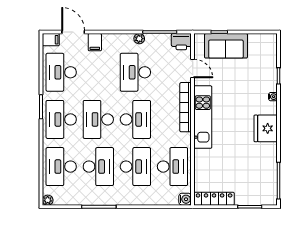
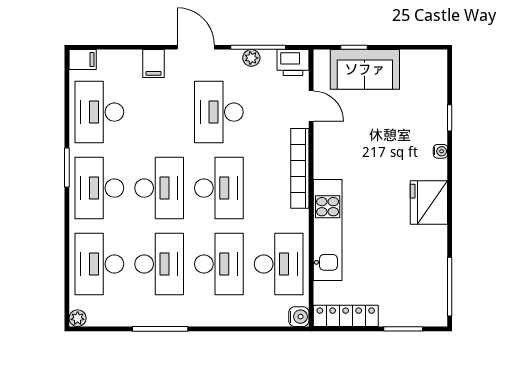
door: (73, 32) -> (196, 47), moved
plant: (139, 39) -> (251, 58), moved
kitchen unit: (203, 117) -> (328, 230), moved
desk: (98, 119) -> (159, 188), turned 180

